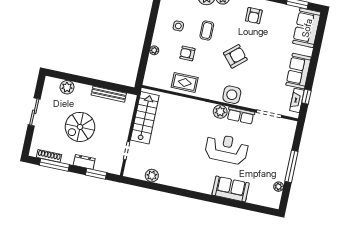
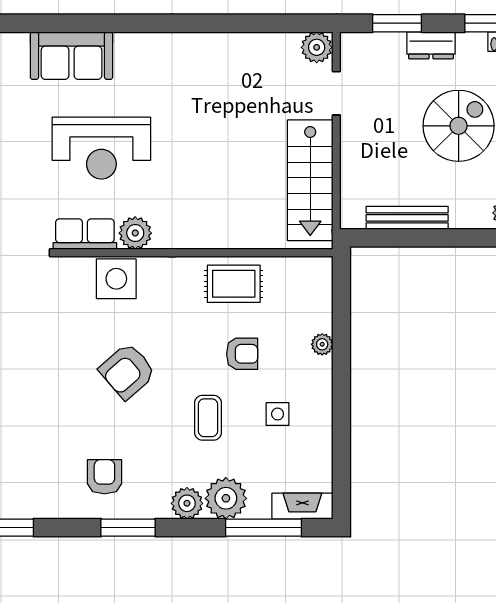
plant: (152, 176) -> (317, 47), moved

